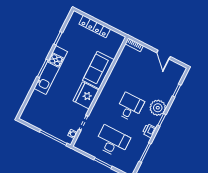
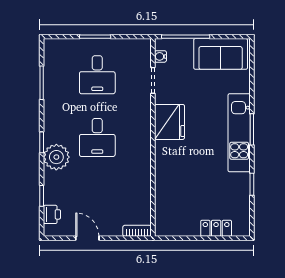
locker: (95, 26) -> (216, 228), width x0.66
sofa: (98, 70) -> (221, 54), moved, turned 90
printer: (149, 131) -> (52, 214), moved
desk: (112, 142) -> (97, 75), width x0.73

